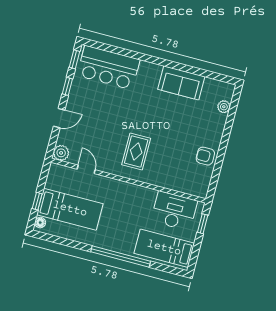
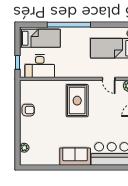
sofa: (181, 83) -> (75, 157), moved
rug: (136, 151) -> (77, 101), width x1.36, depth x1.43

